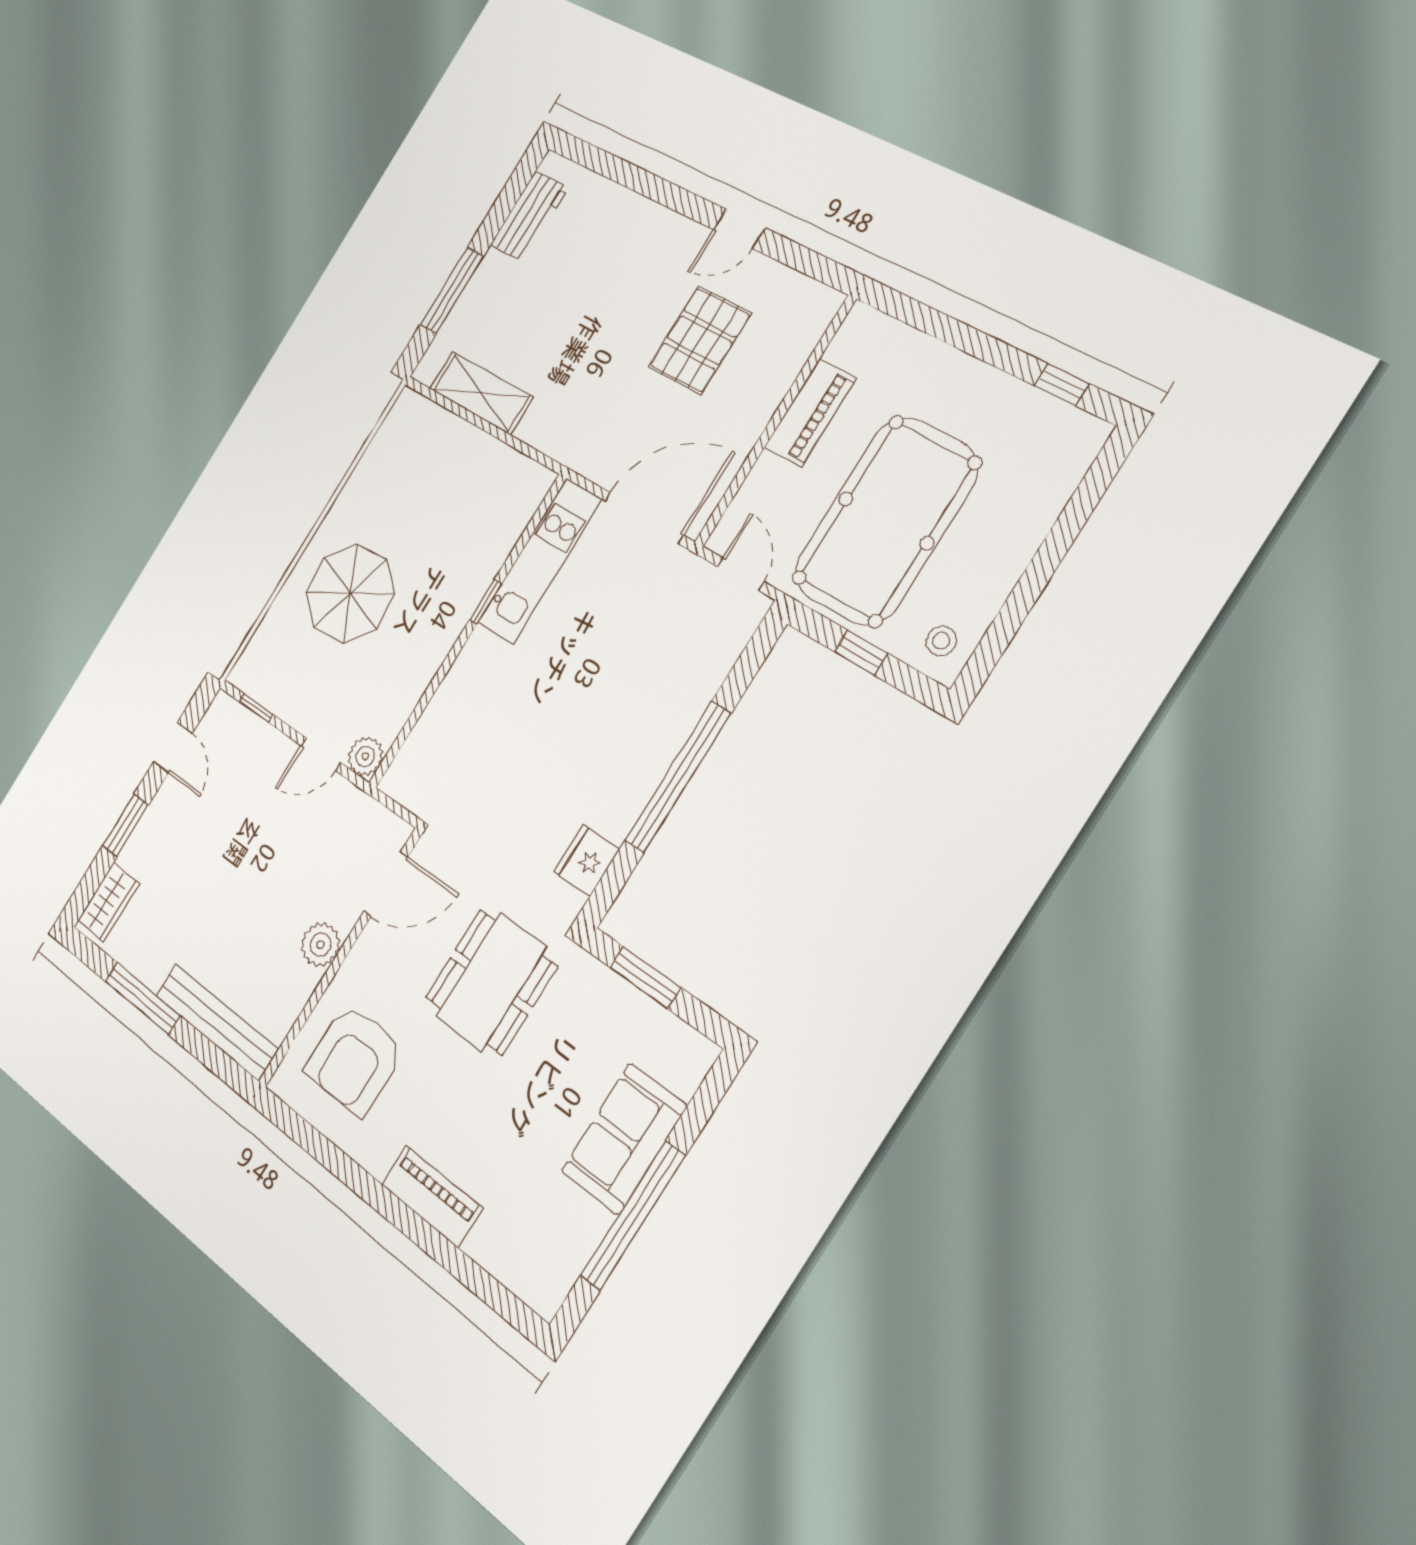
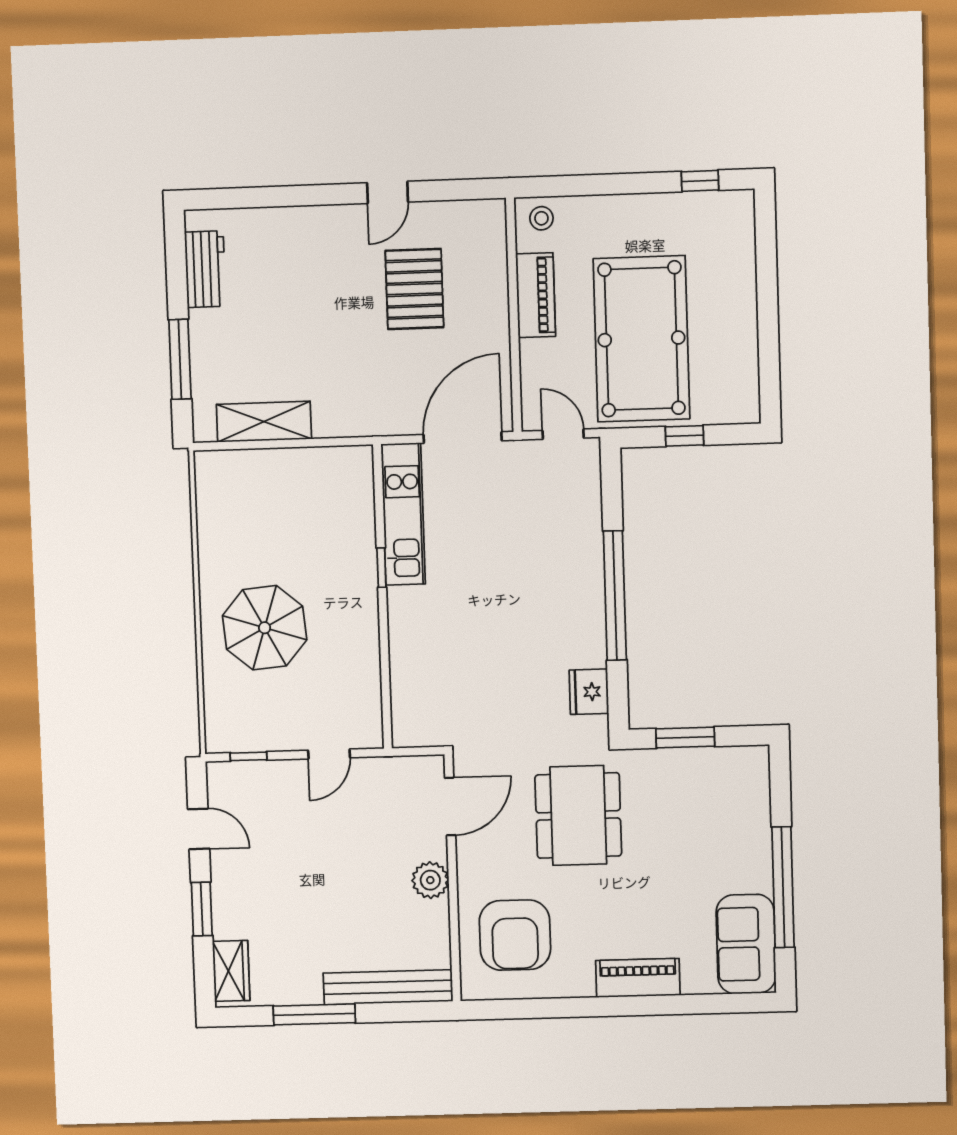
stool: (941, 641) -> (541, 218), moved
plant: (365, 756) -> (367, 732), removed
sofa: (624, 1139) -> (746, 944), moved

